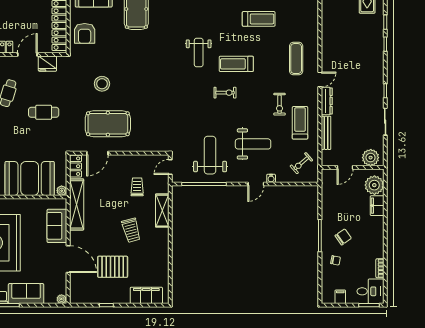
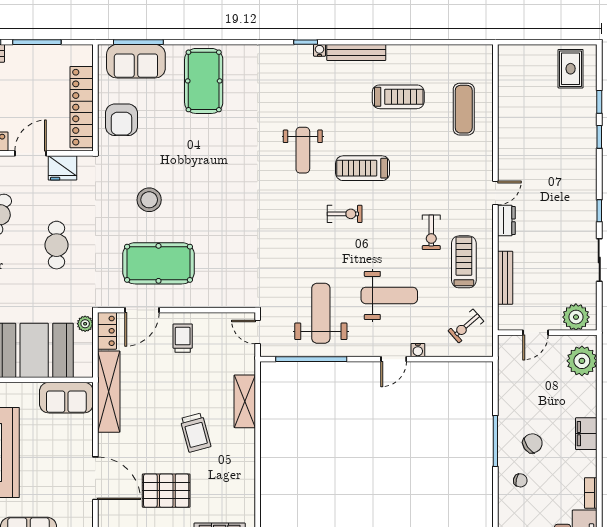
exercise mat: (296, 59) -> (464, 109), moved
dresser: (327, 101) -> (506, 220), width x0.70
cafe table: (44, 112) -> (57, 245), turned 90
door: (170, 167) -> (258, 332), hinge flipped
trolley: (137, 187) -> (183, 338), moved
plant: (62, 191) -> (85, 324), moved
filing cabinet: (377, 206) -> (586, 434), moved
sofa: (57, 226) -> (66, 398), moved, turned -90

